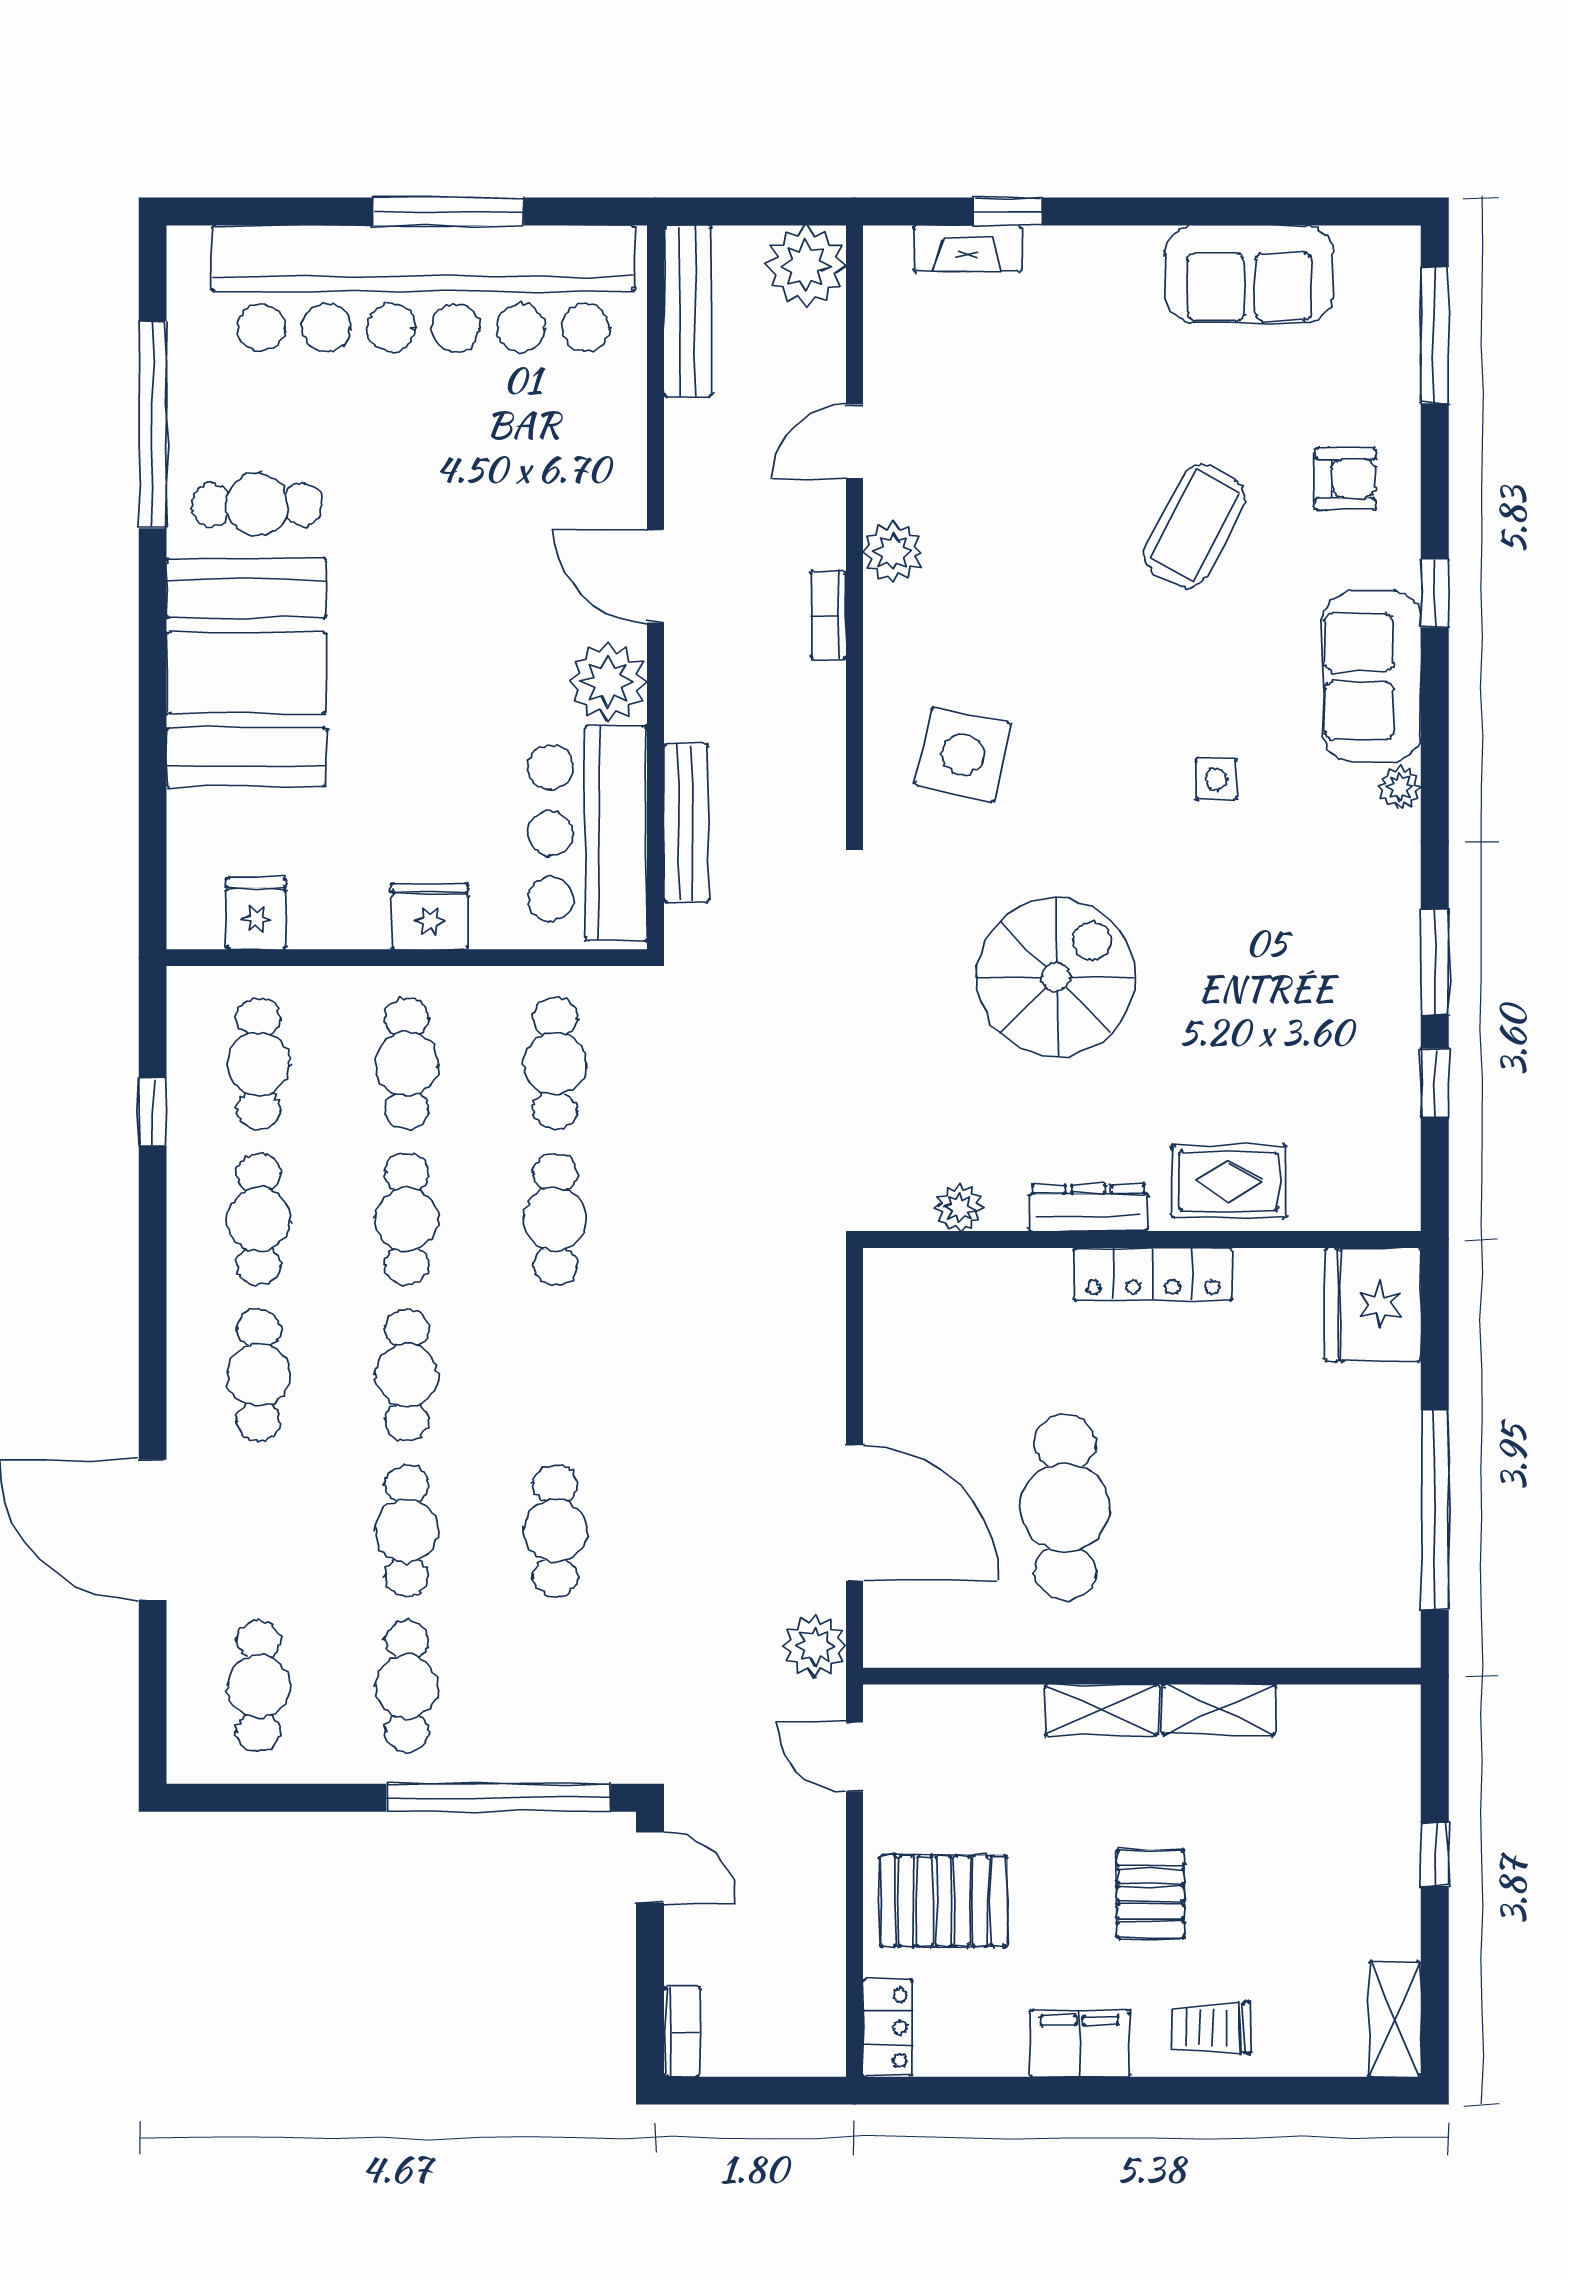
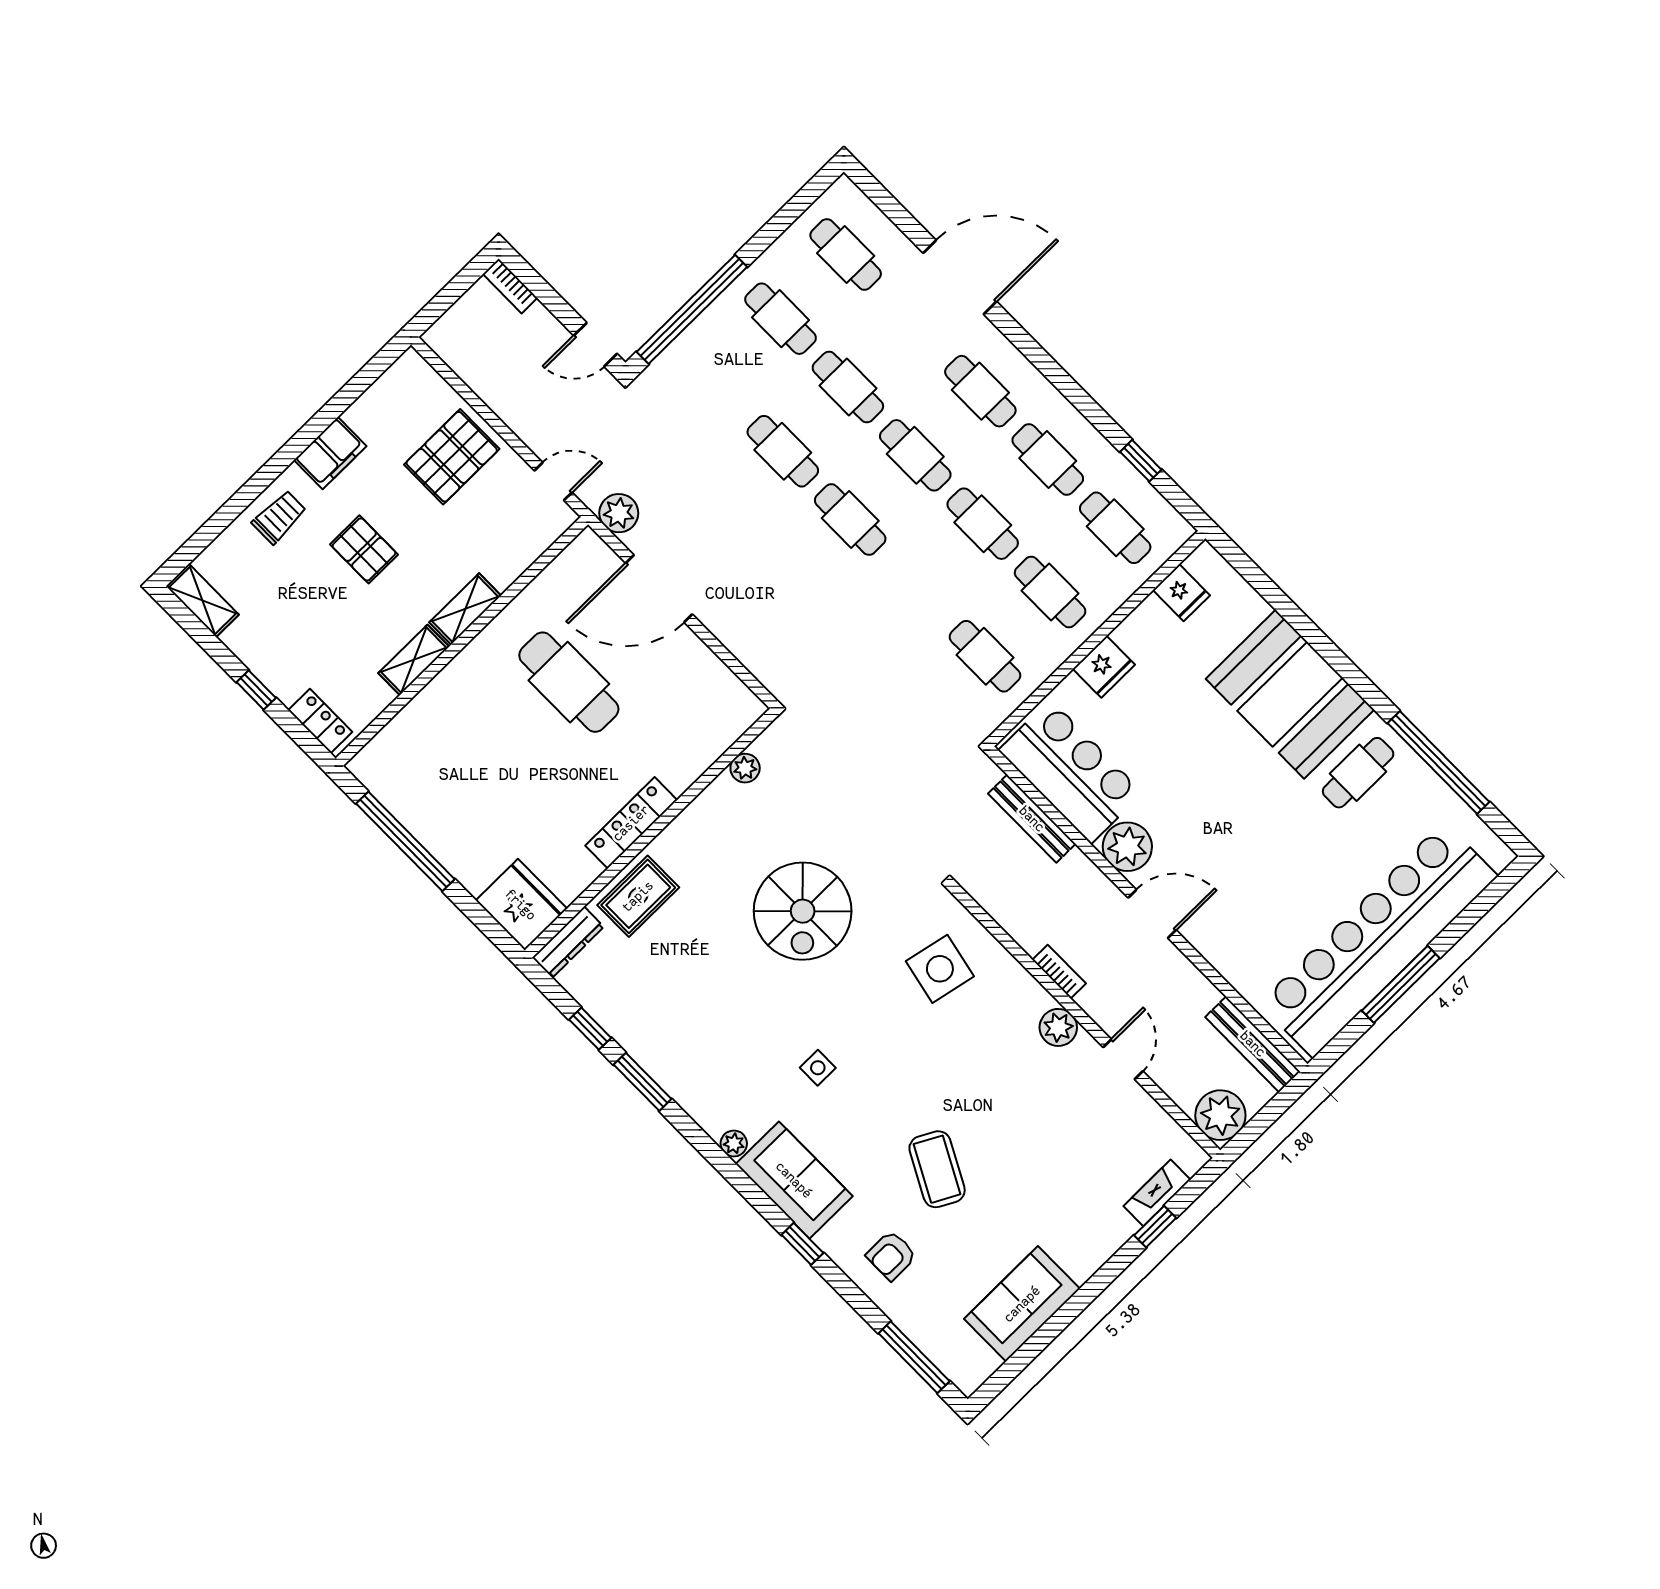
dresser: (1089, 1208) -> (568, 942), moved
cafe table: (555, 1219) -> (850, 520), moved
locker: (888, 2028) -> (320, 721), moved, turned 180

